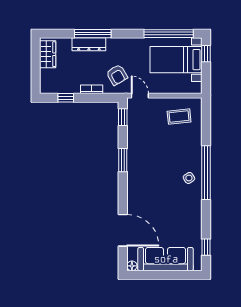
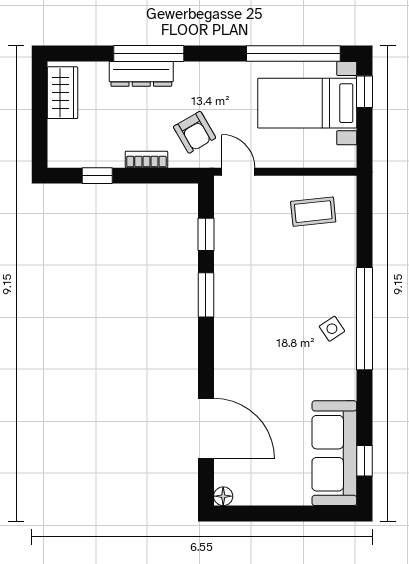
window: (123, 117) -> (206, 234), moved
sofa: (166, 259) -> (334, 453), moved, turned -90

